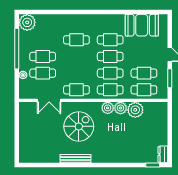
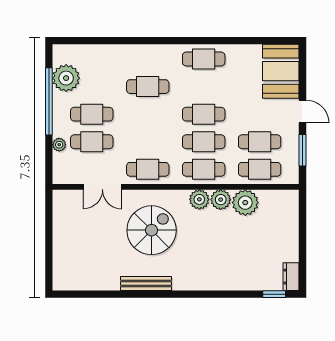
plant: (27, 22) -> (66, 78), moved
booth: (142, 25) -> (281, 71), moved, turned 90
cafe table: (110, 40) -> (204, 59), moved

